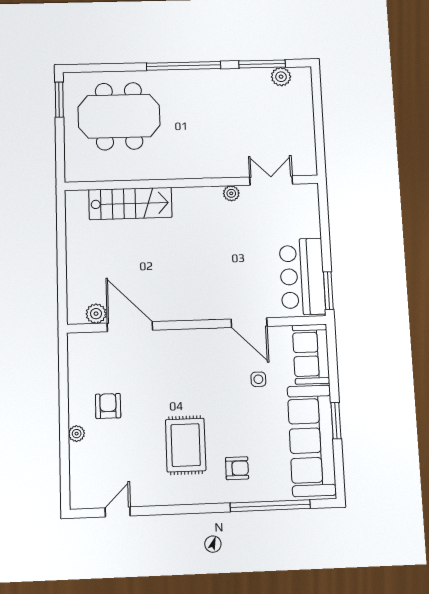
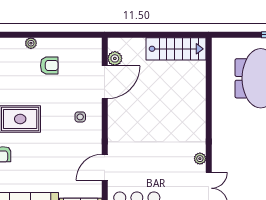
stairs: (130, 203) -> (176, 49), moved, turned -90
side table: (258, 379) -> (80, 117), moved

